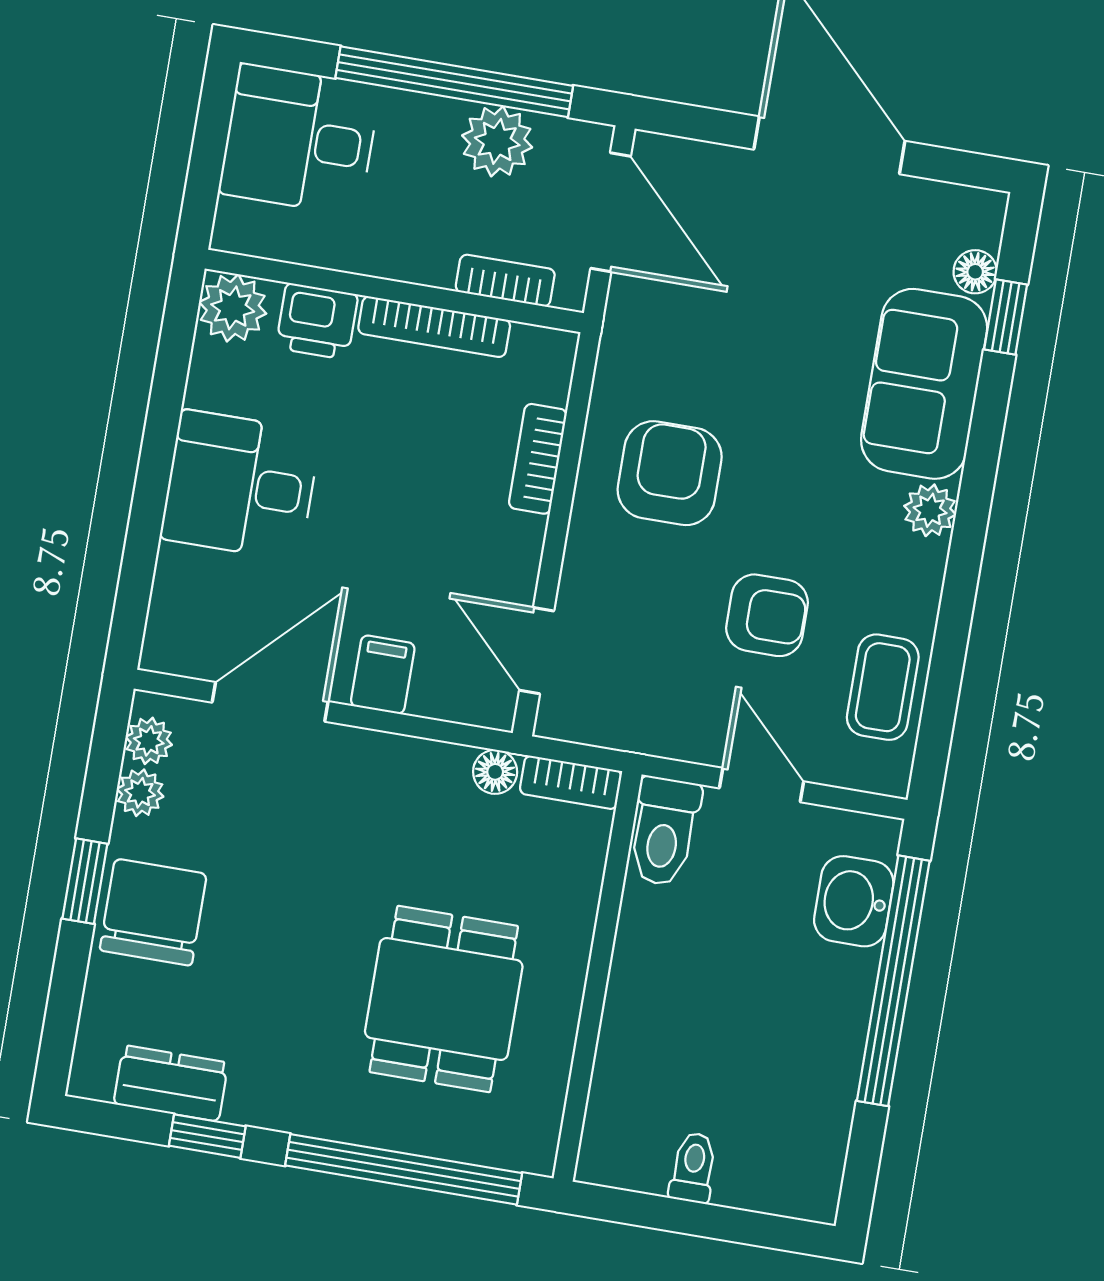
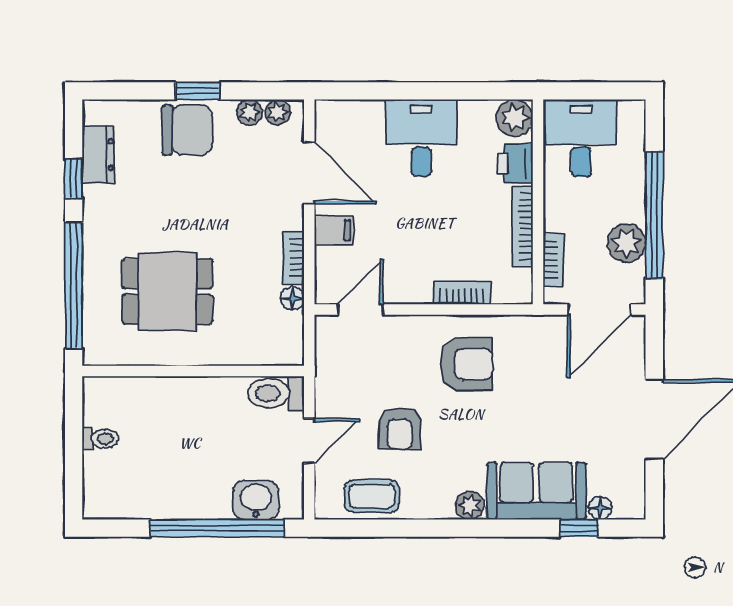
desk: (299, 139) -> (581, 138), moved
bookcase: (571, 782) -> (294, 257), moved

